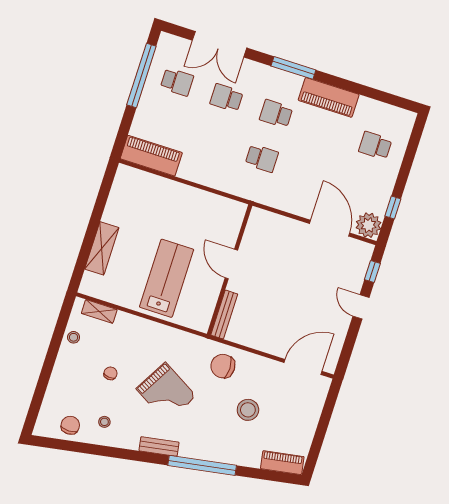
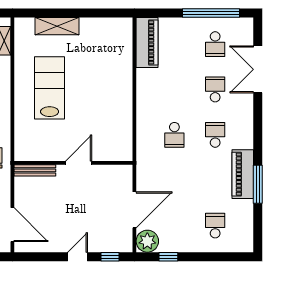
window: (293, 68) -> (258, 184), moved
door: (231, 264) -> (79, 163), moved
wall: (230, 270) -> (73, 163), moved
lab bench: (167, 278) -> (50, 88), turned -90
bench: (224, 315) -> (35, 170), moved

